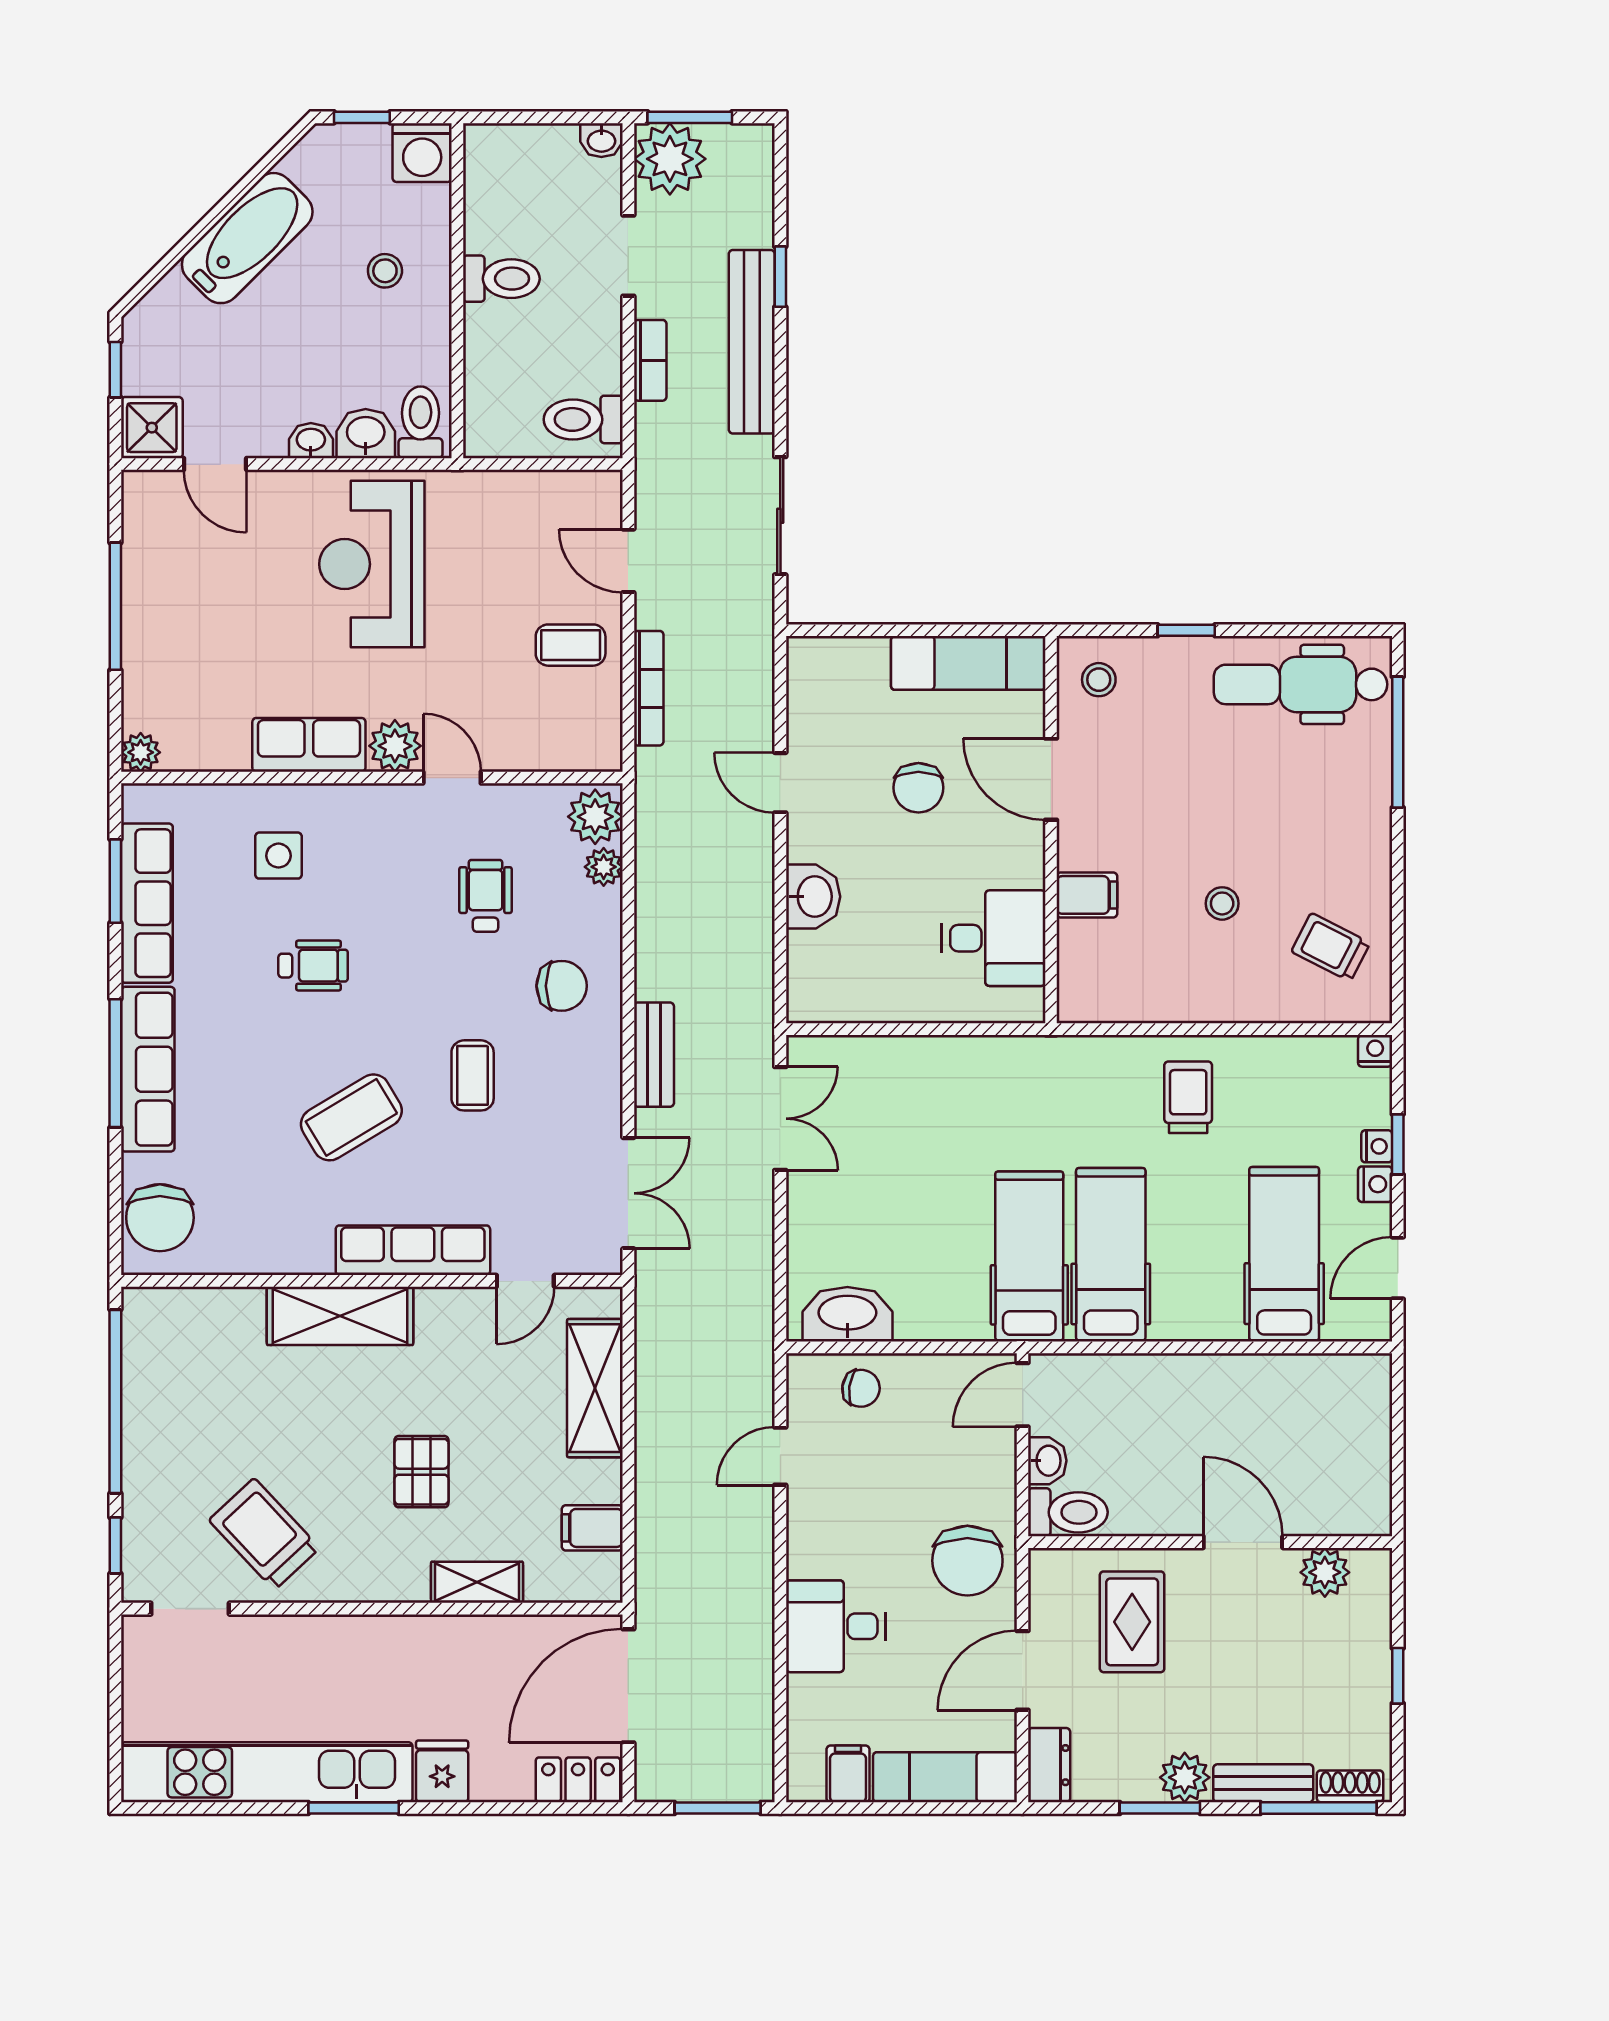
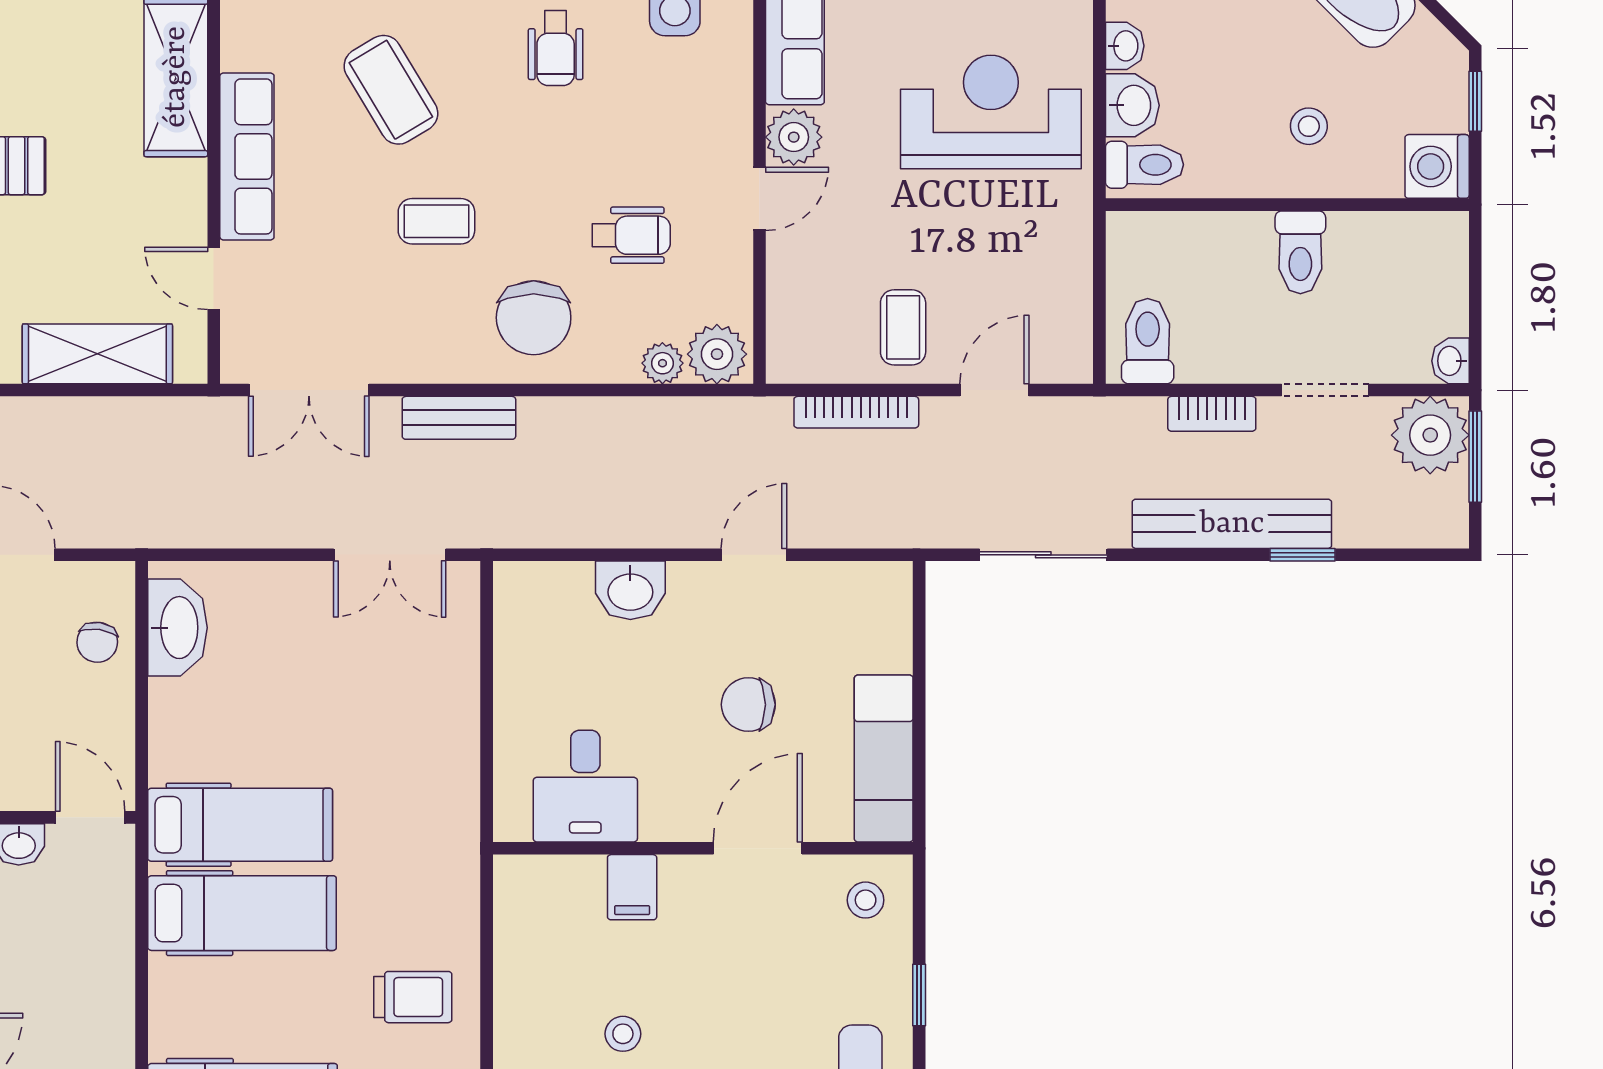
chair: (562, 986) -> (534, 318), width x1.37, depth x1.37

